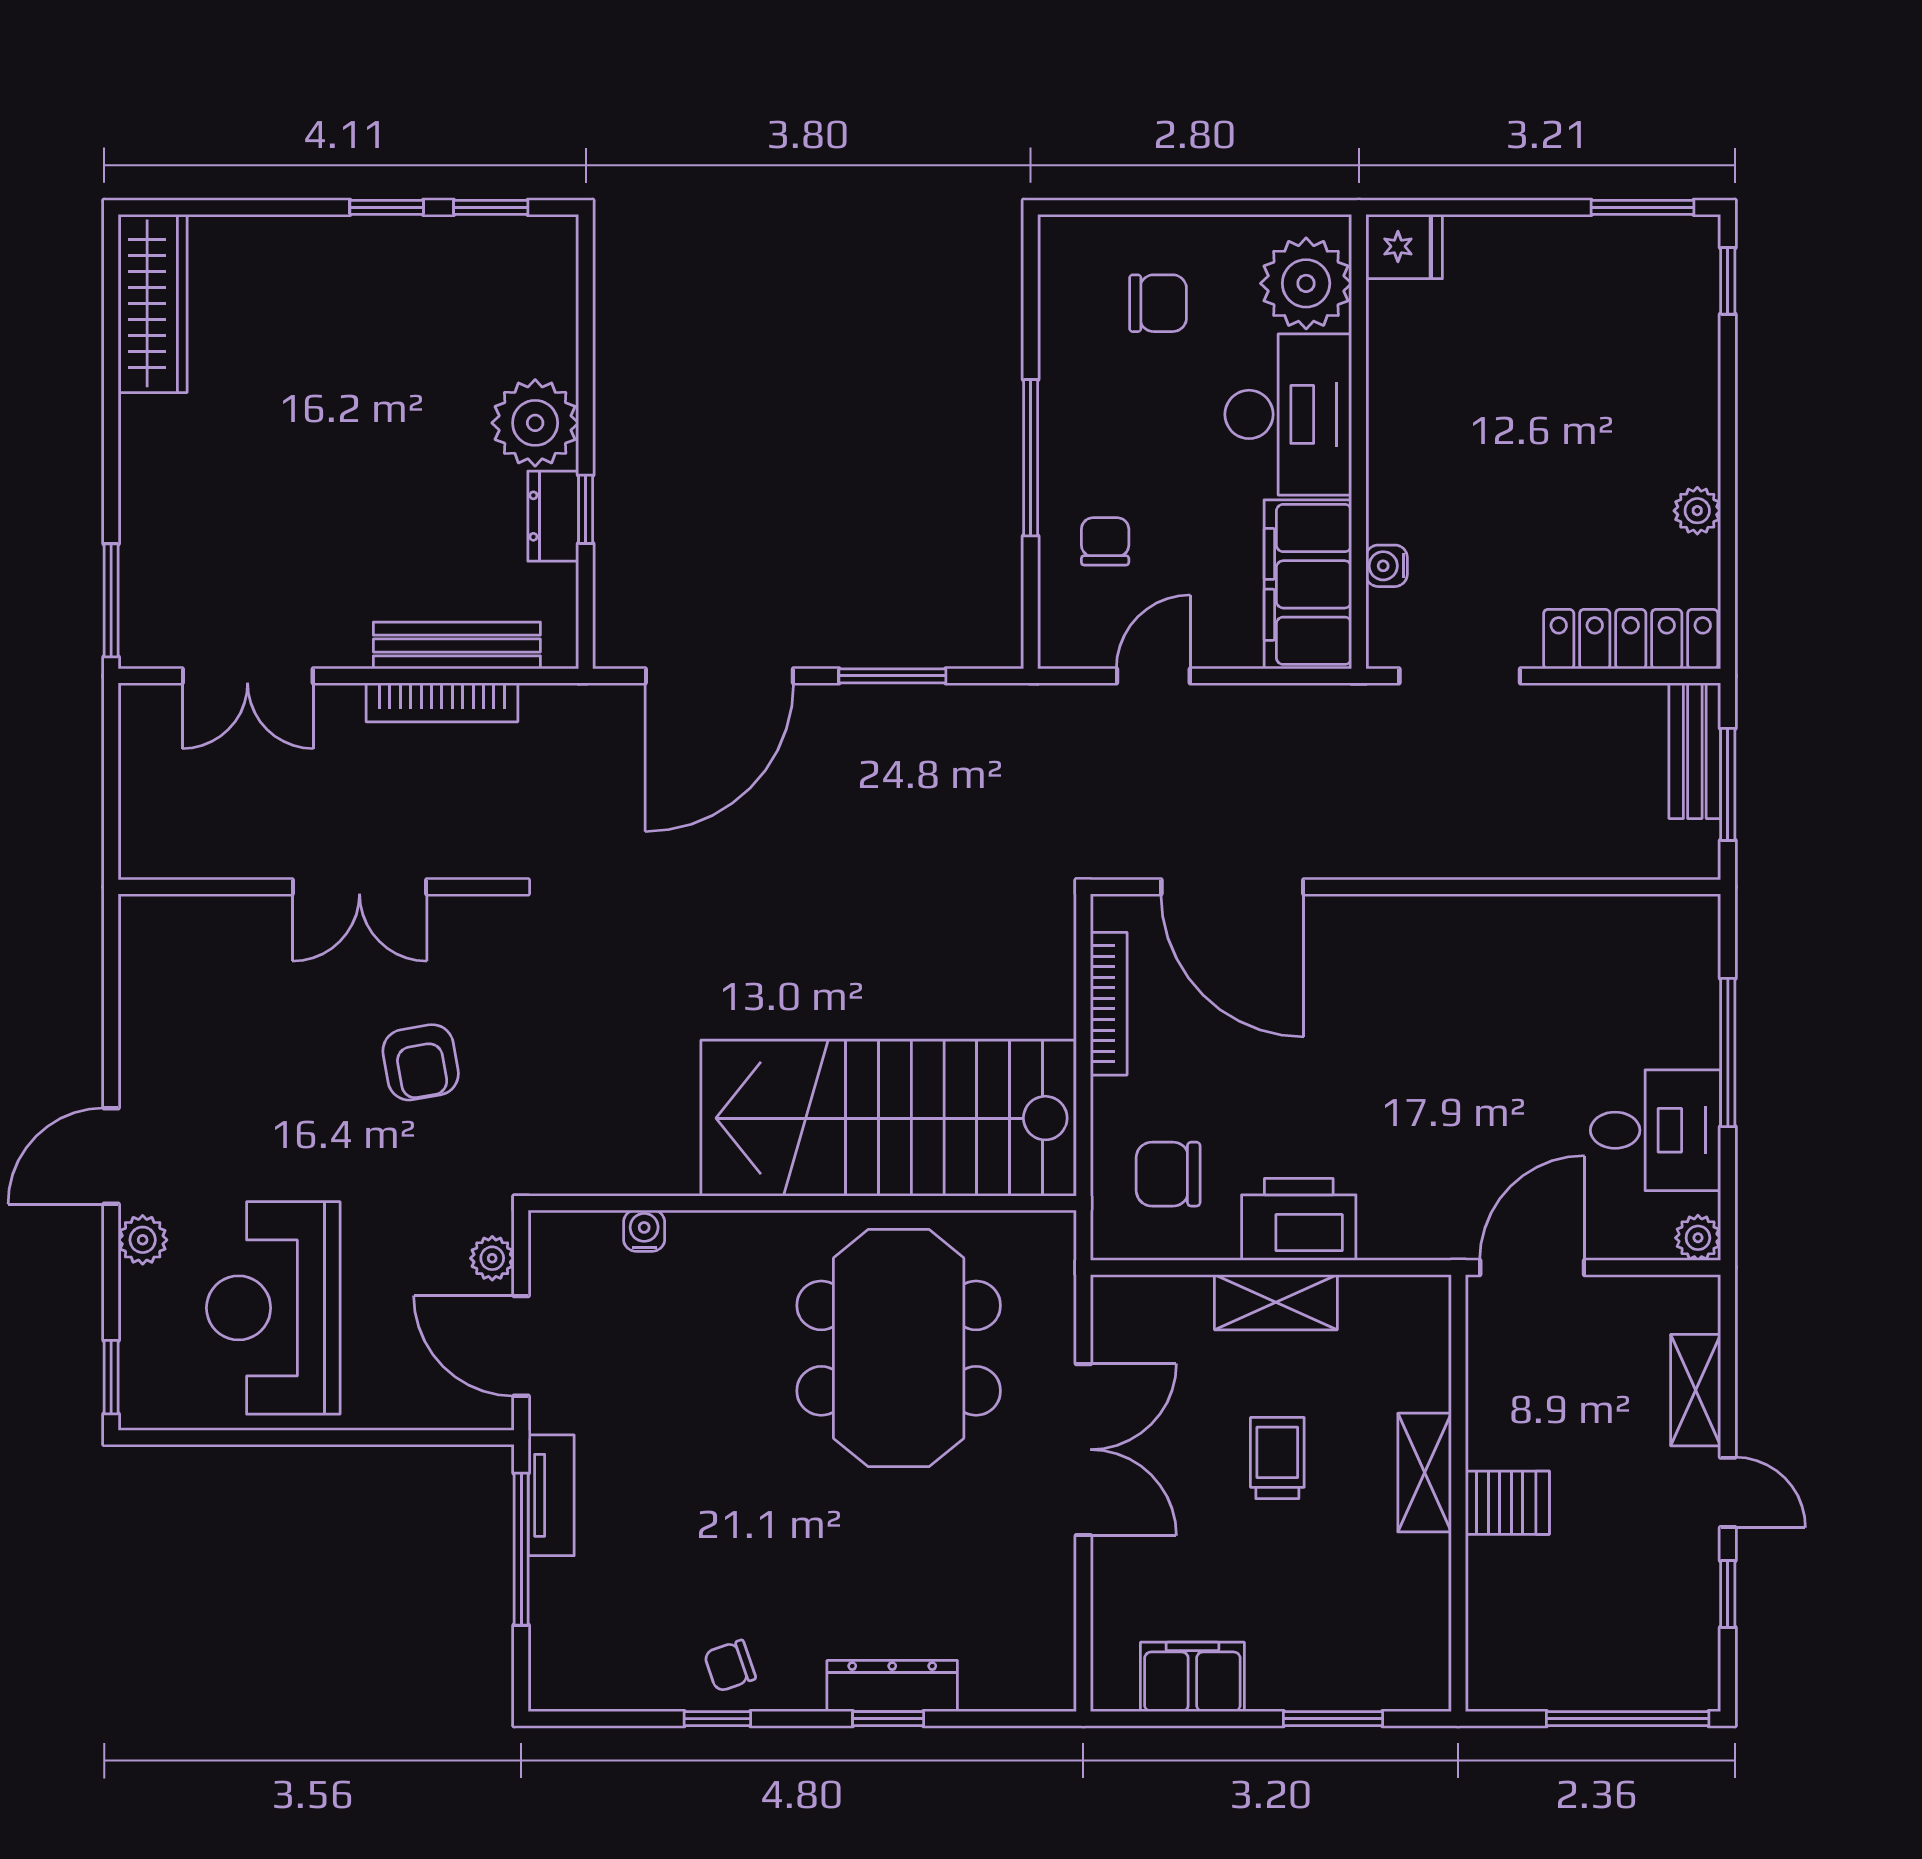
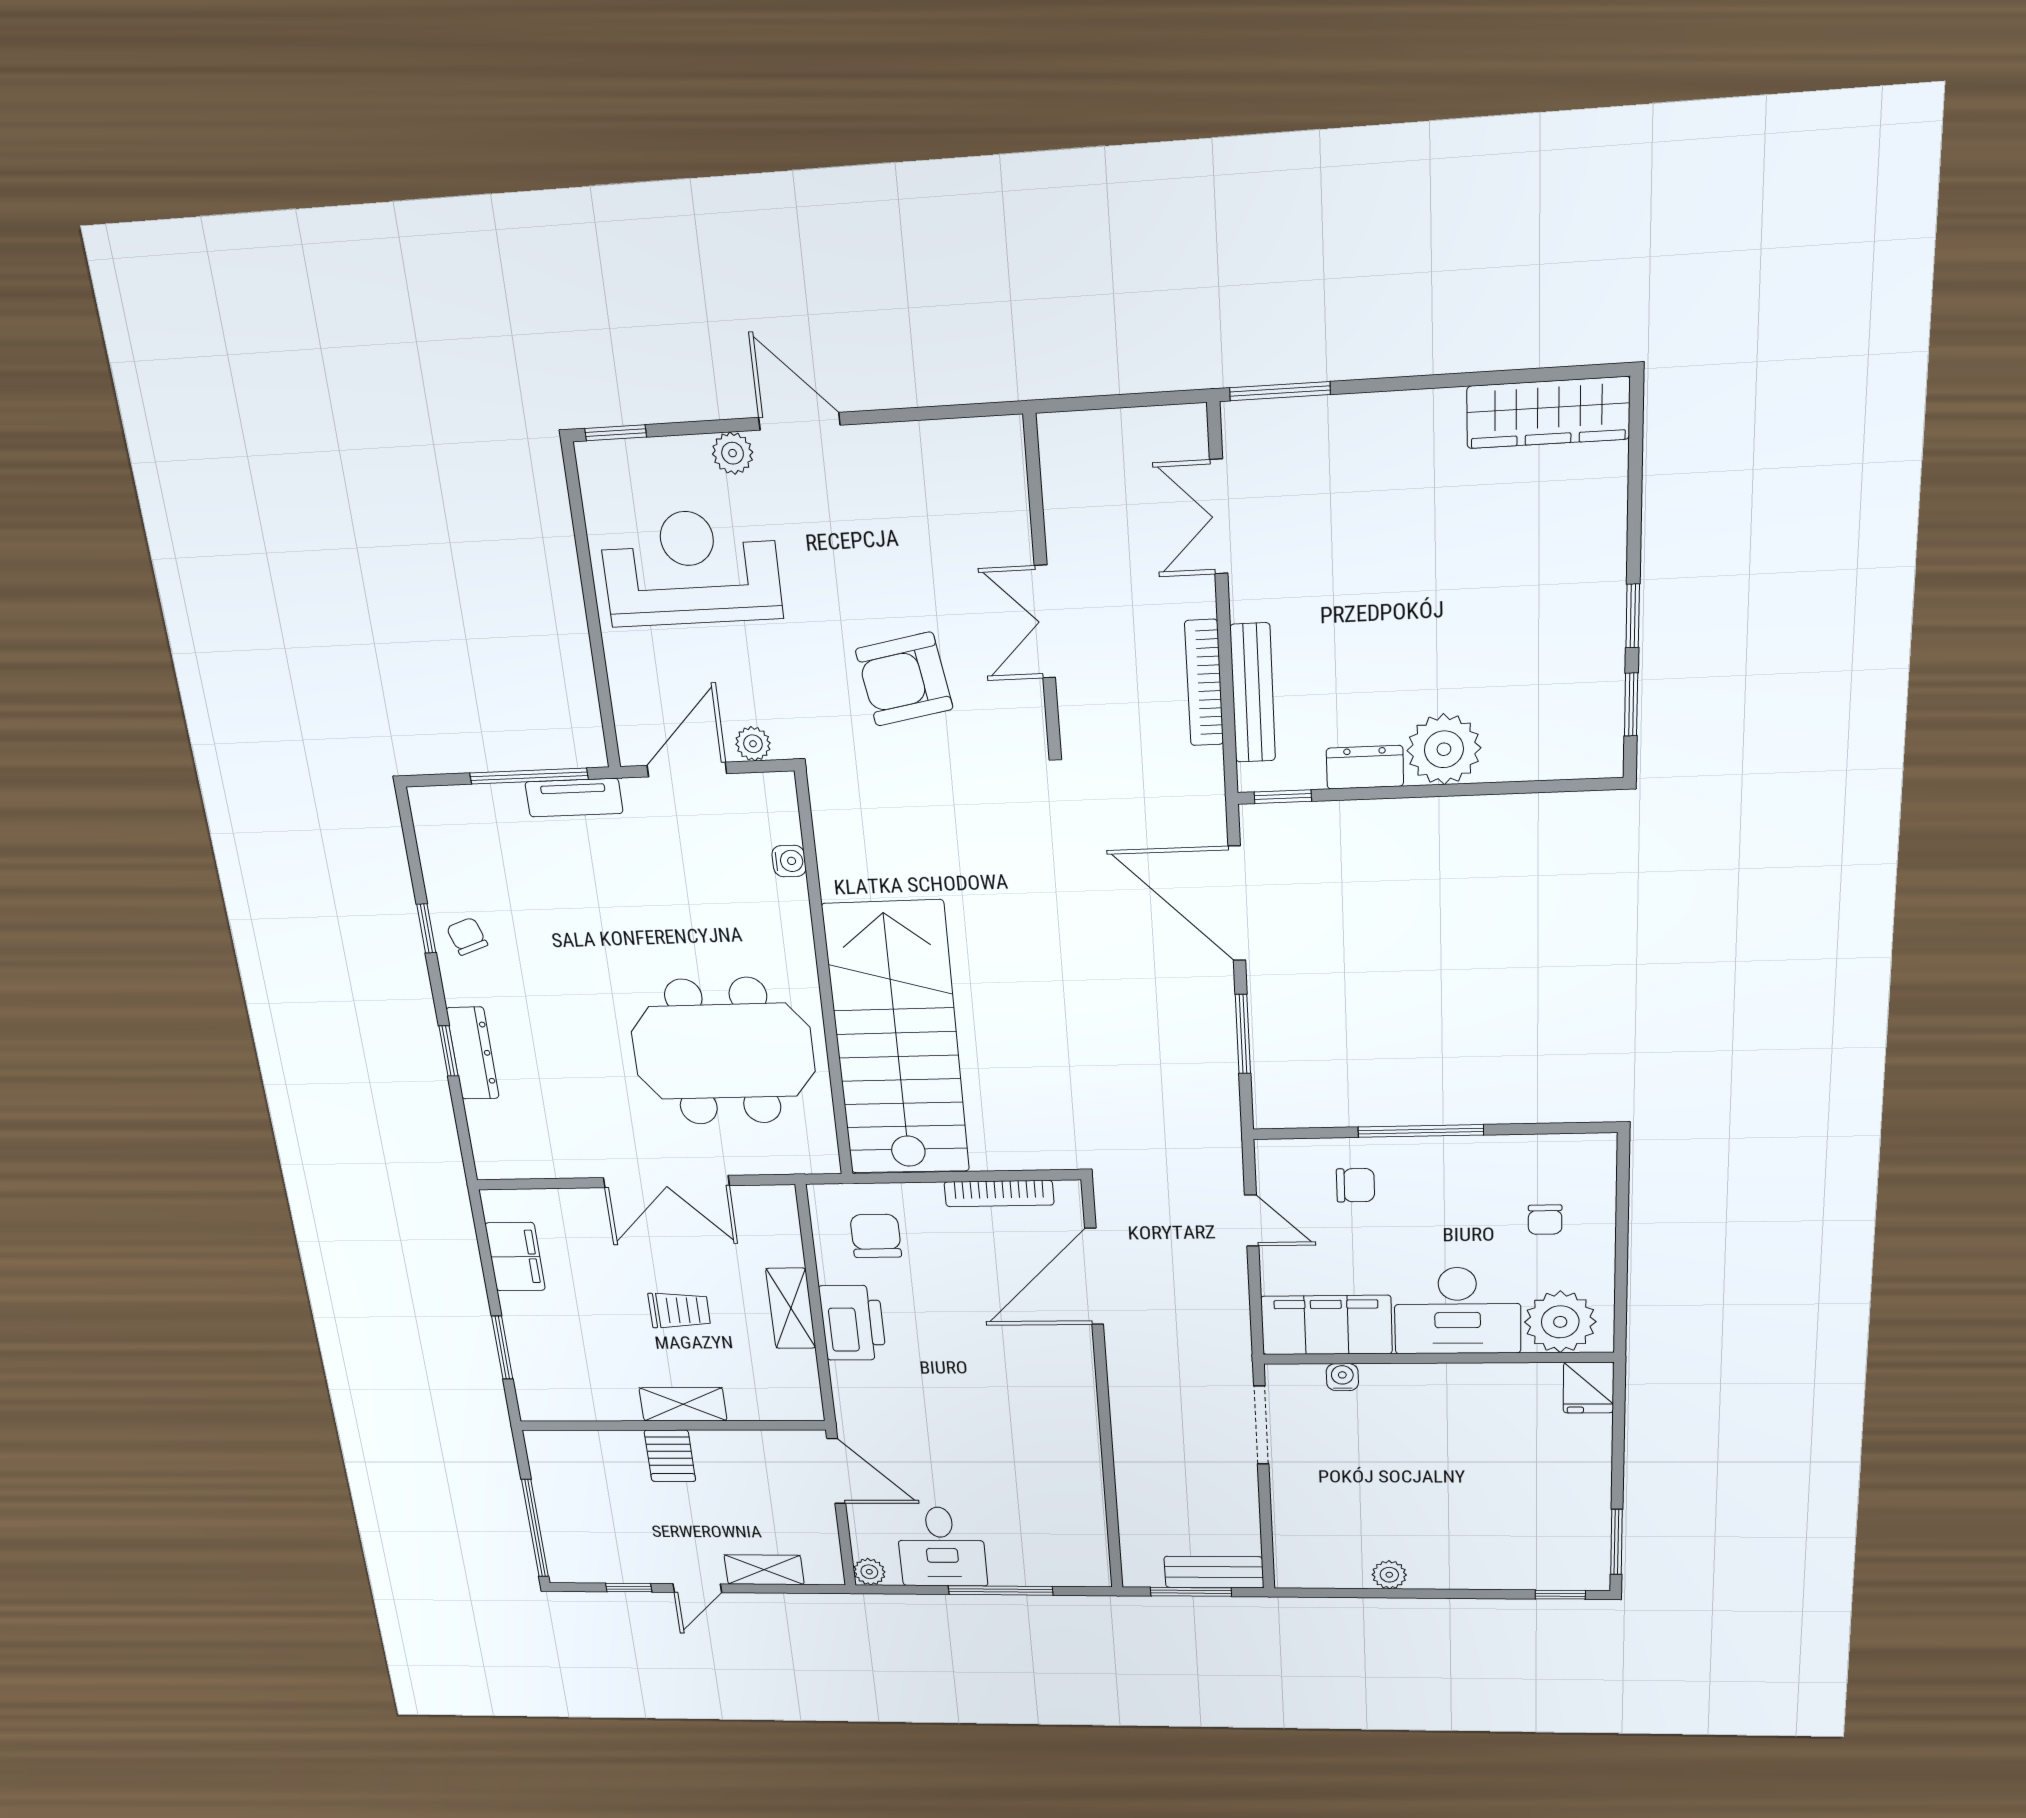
chair: (1158, 303) -> (1545, 1220), width x0.73, depth x0.73
window: (586, 509) -> (1283, 797), moved
locker: (1631, 639) -> (1293, 1533), removed
armchair: (421, 1062) -> (904, 679), width x1.38, depth x1.38

